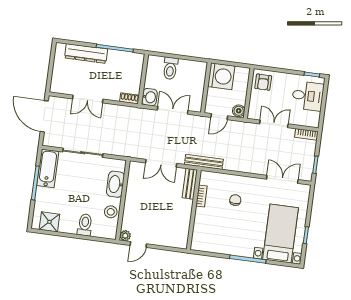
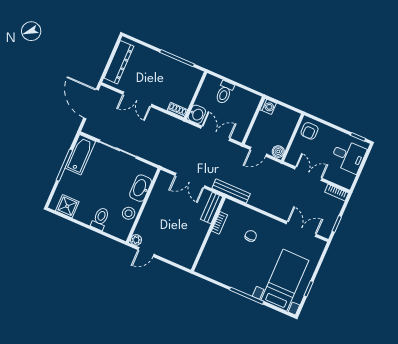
dresser: (86, 53) -> (119, 62), moved, turned -90
washing machine: (221, 76) -> (268, 106), width x0.53, depth x0.53

